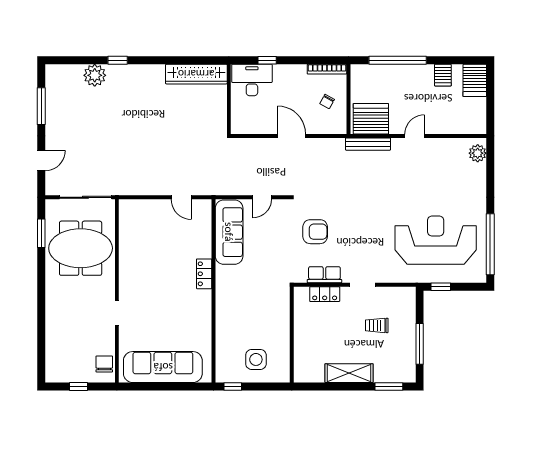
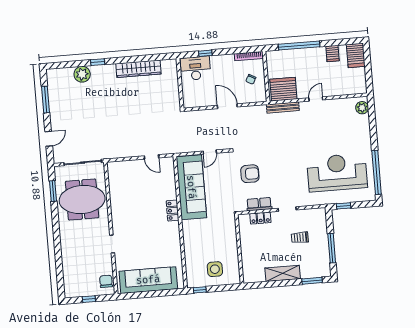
wardrobe: (196, 74) -> (138, 69), moved
sofa: (229, 232) -> (191, 187), width x1.36, depth x1.27

